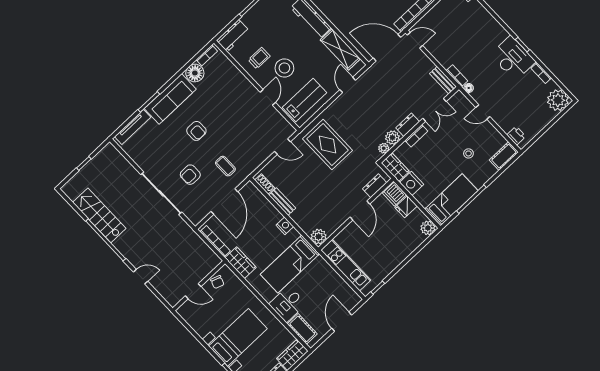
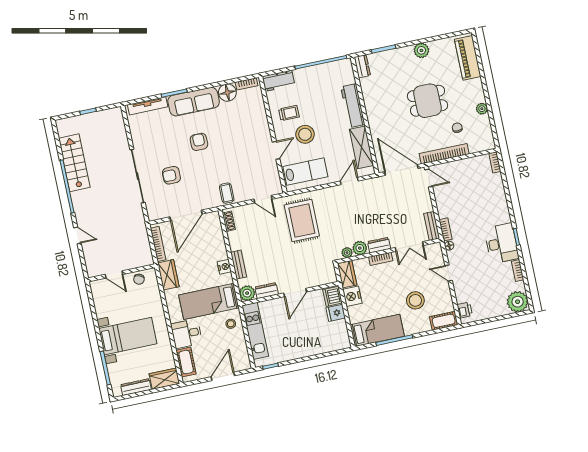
armchair: (196, 131) -> (199, 142), turned 180
stool: (468, 153) -> (415, 300), width x1.89, depth x1.89
coffee table: (225, 166) -> (227, 193), moved
dresser: (375, 186) -> (267, 291), moved
bench: (282, 202) -> (239, 265), moved
plant: (428, 228) -> (343, 342), removed
stool: (321, 272) -> (231, 324), added

